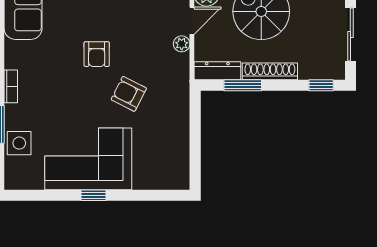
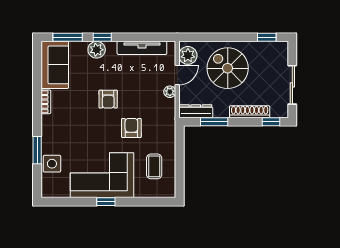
shoe rack: (270, 71) -> (250, 112), moved
bookcase: (11, 86) -> (46, 102), moved
armchair: (129, 94) -> (131, 128), turned 63
coffee table: (160, 147) -> (154, 166), added

